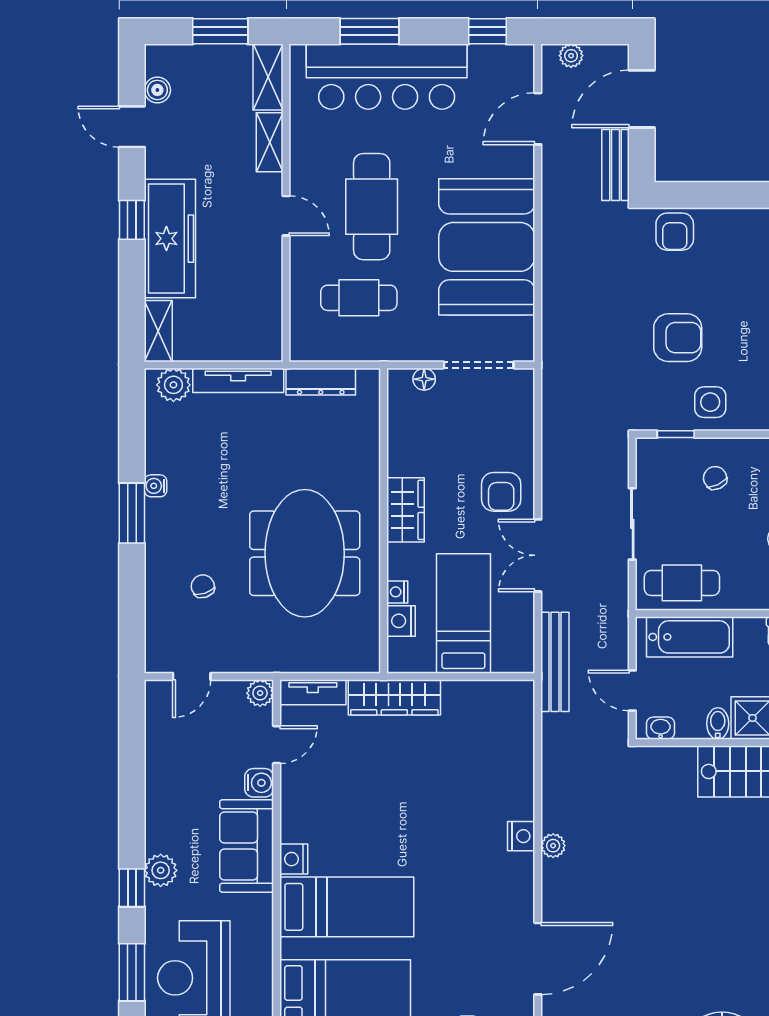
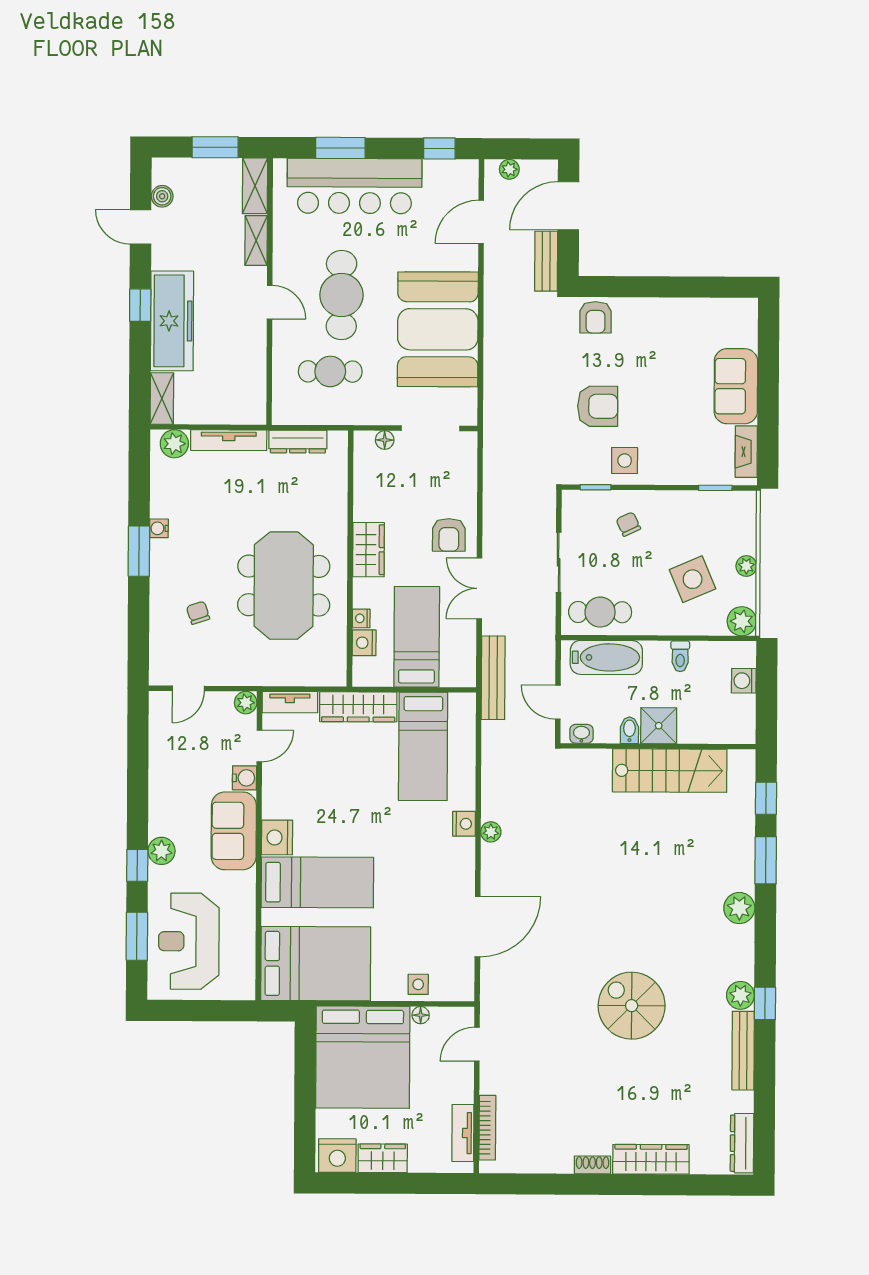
bed: (472, 744) -> (423, 746), added
nightstand: (294, 859) -> (277, 837), width x1.36, depth x1.33

